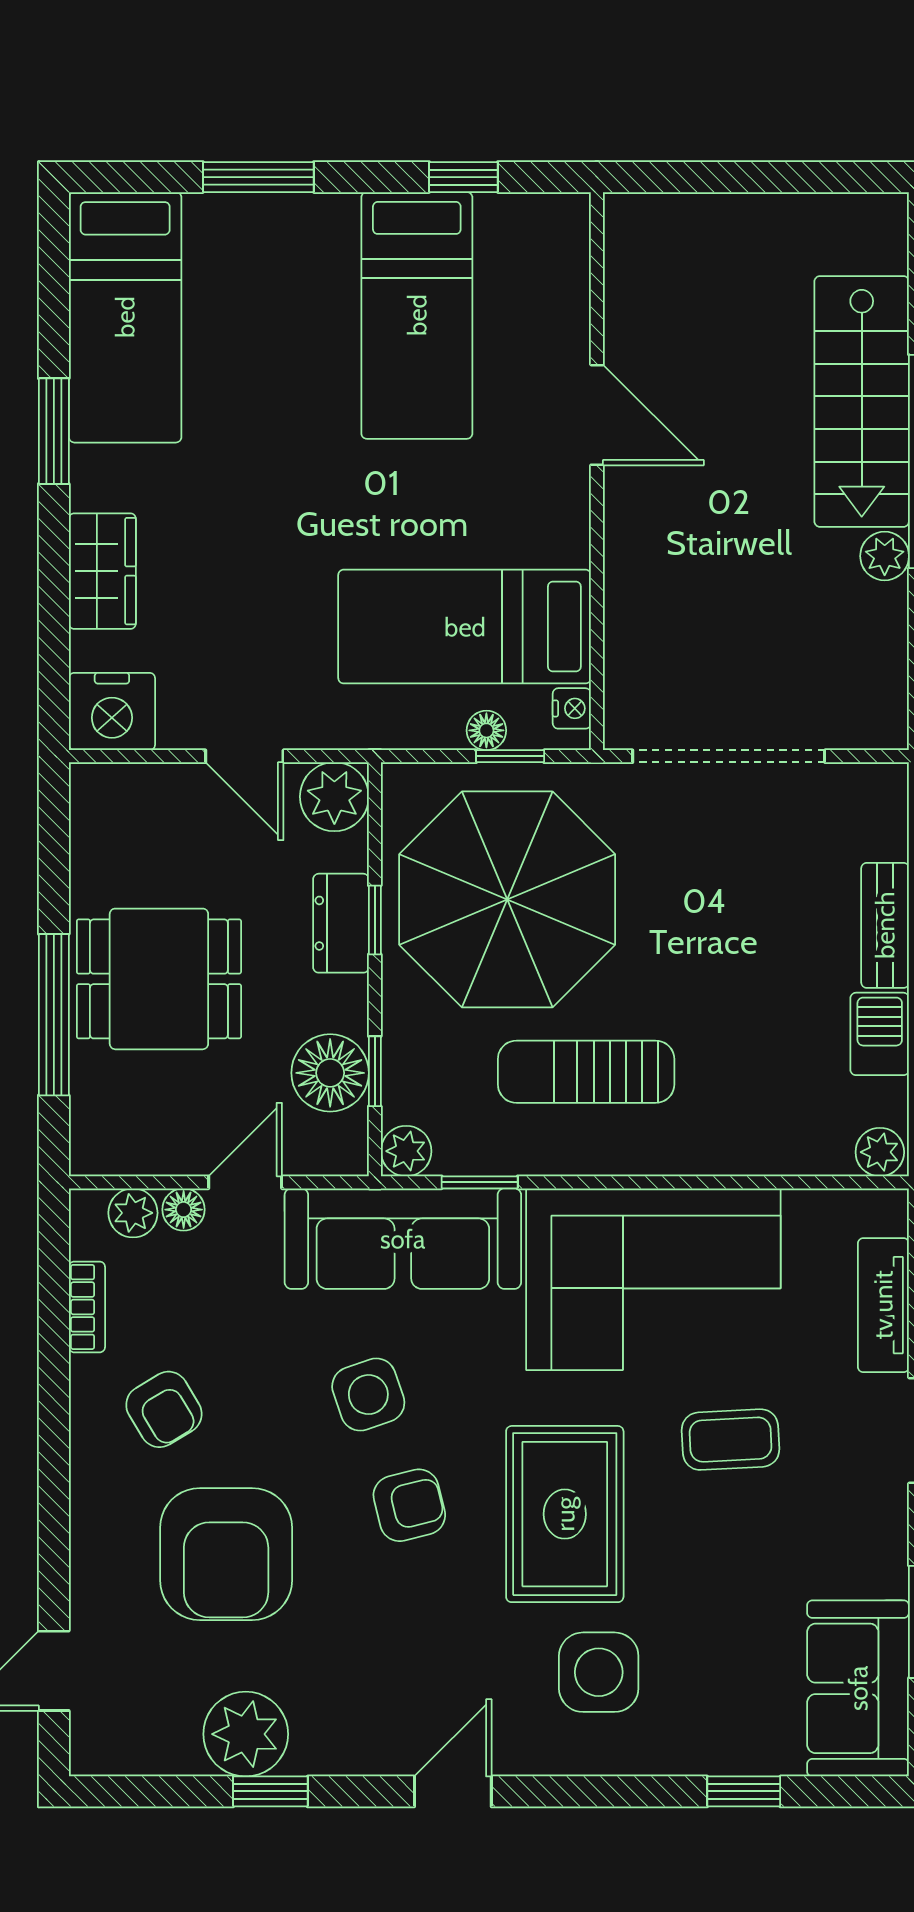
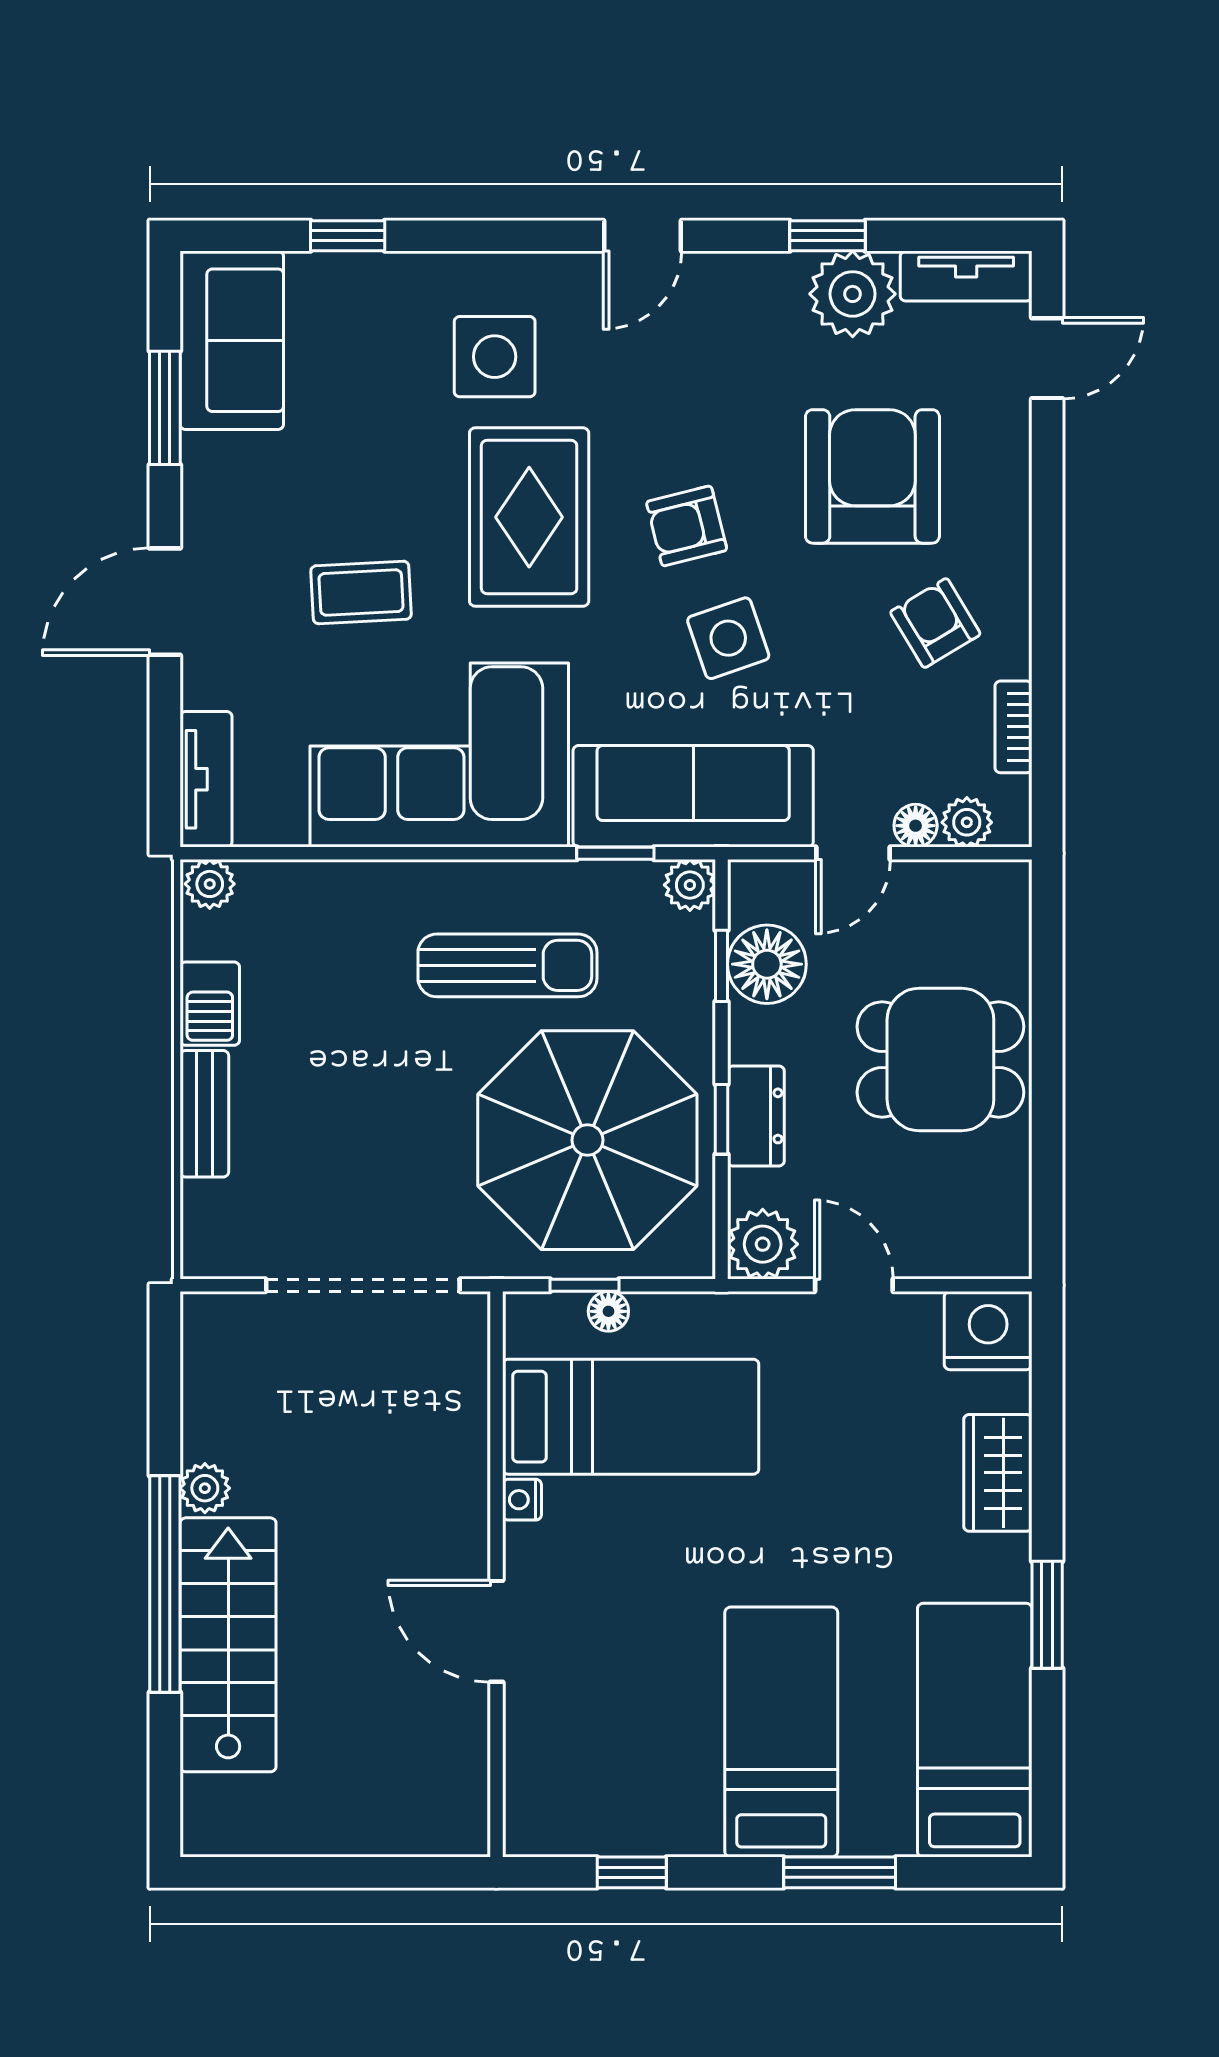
bed: (417, 315) -> (781, 1732), moved
nightstand: (572, 708) -> (522, 1500), moved
window: (54, 1015) -> (1047, 1023), removed
tv unit: (883, 1305) -> (206, 779), moved
tv unit: (134, 1752) -> (966, 276), added

